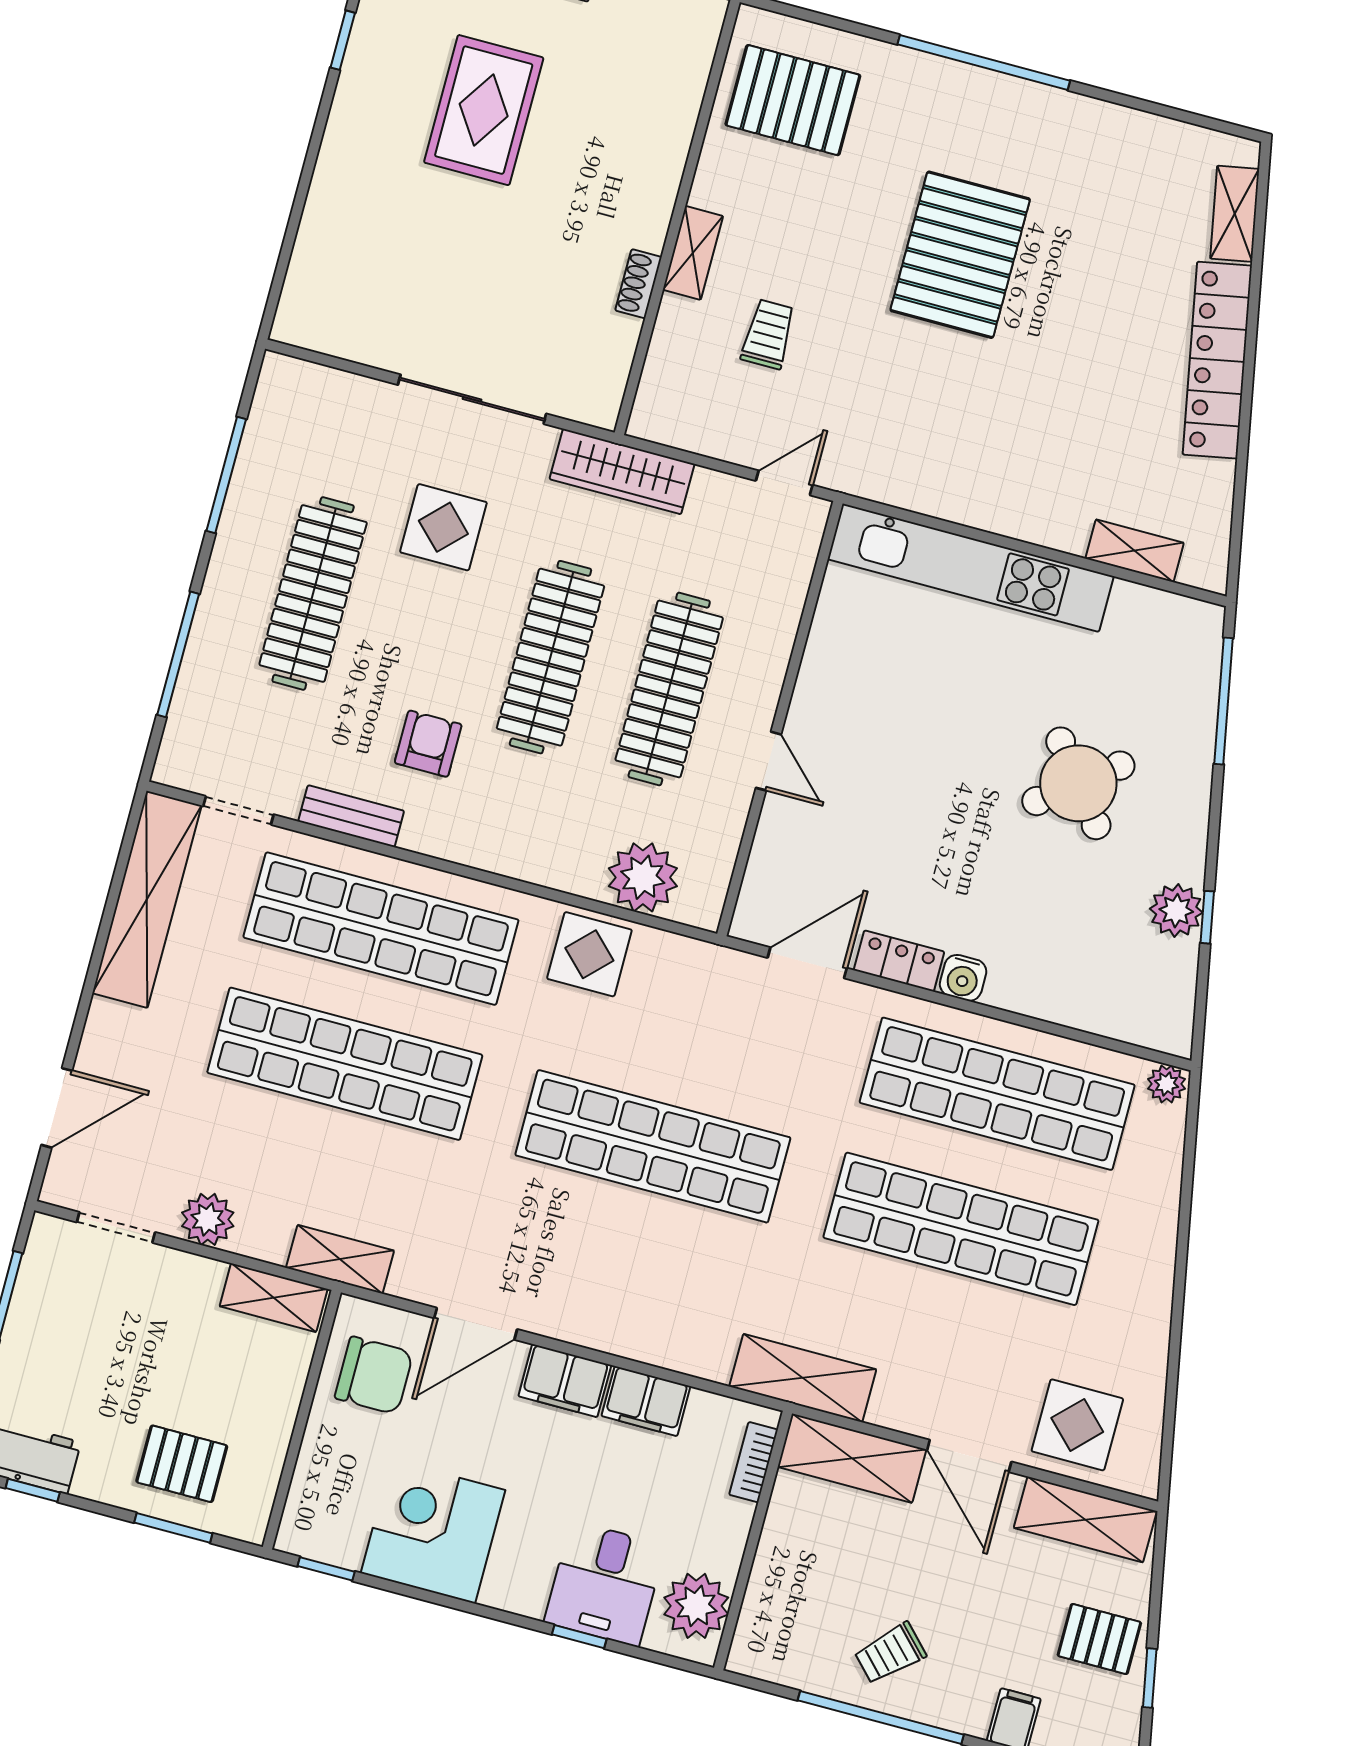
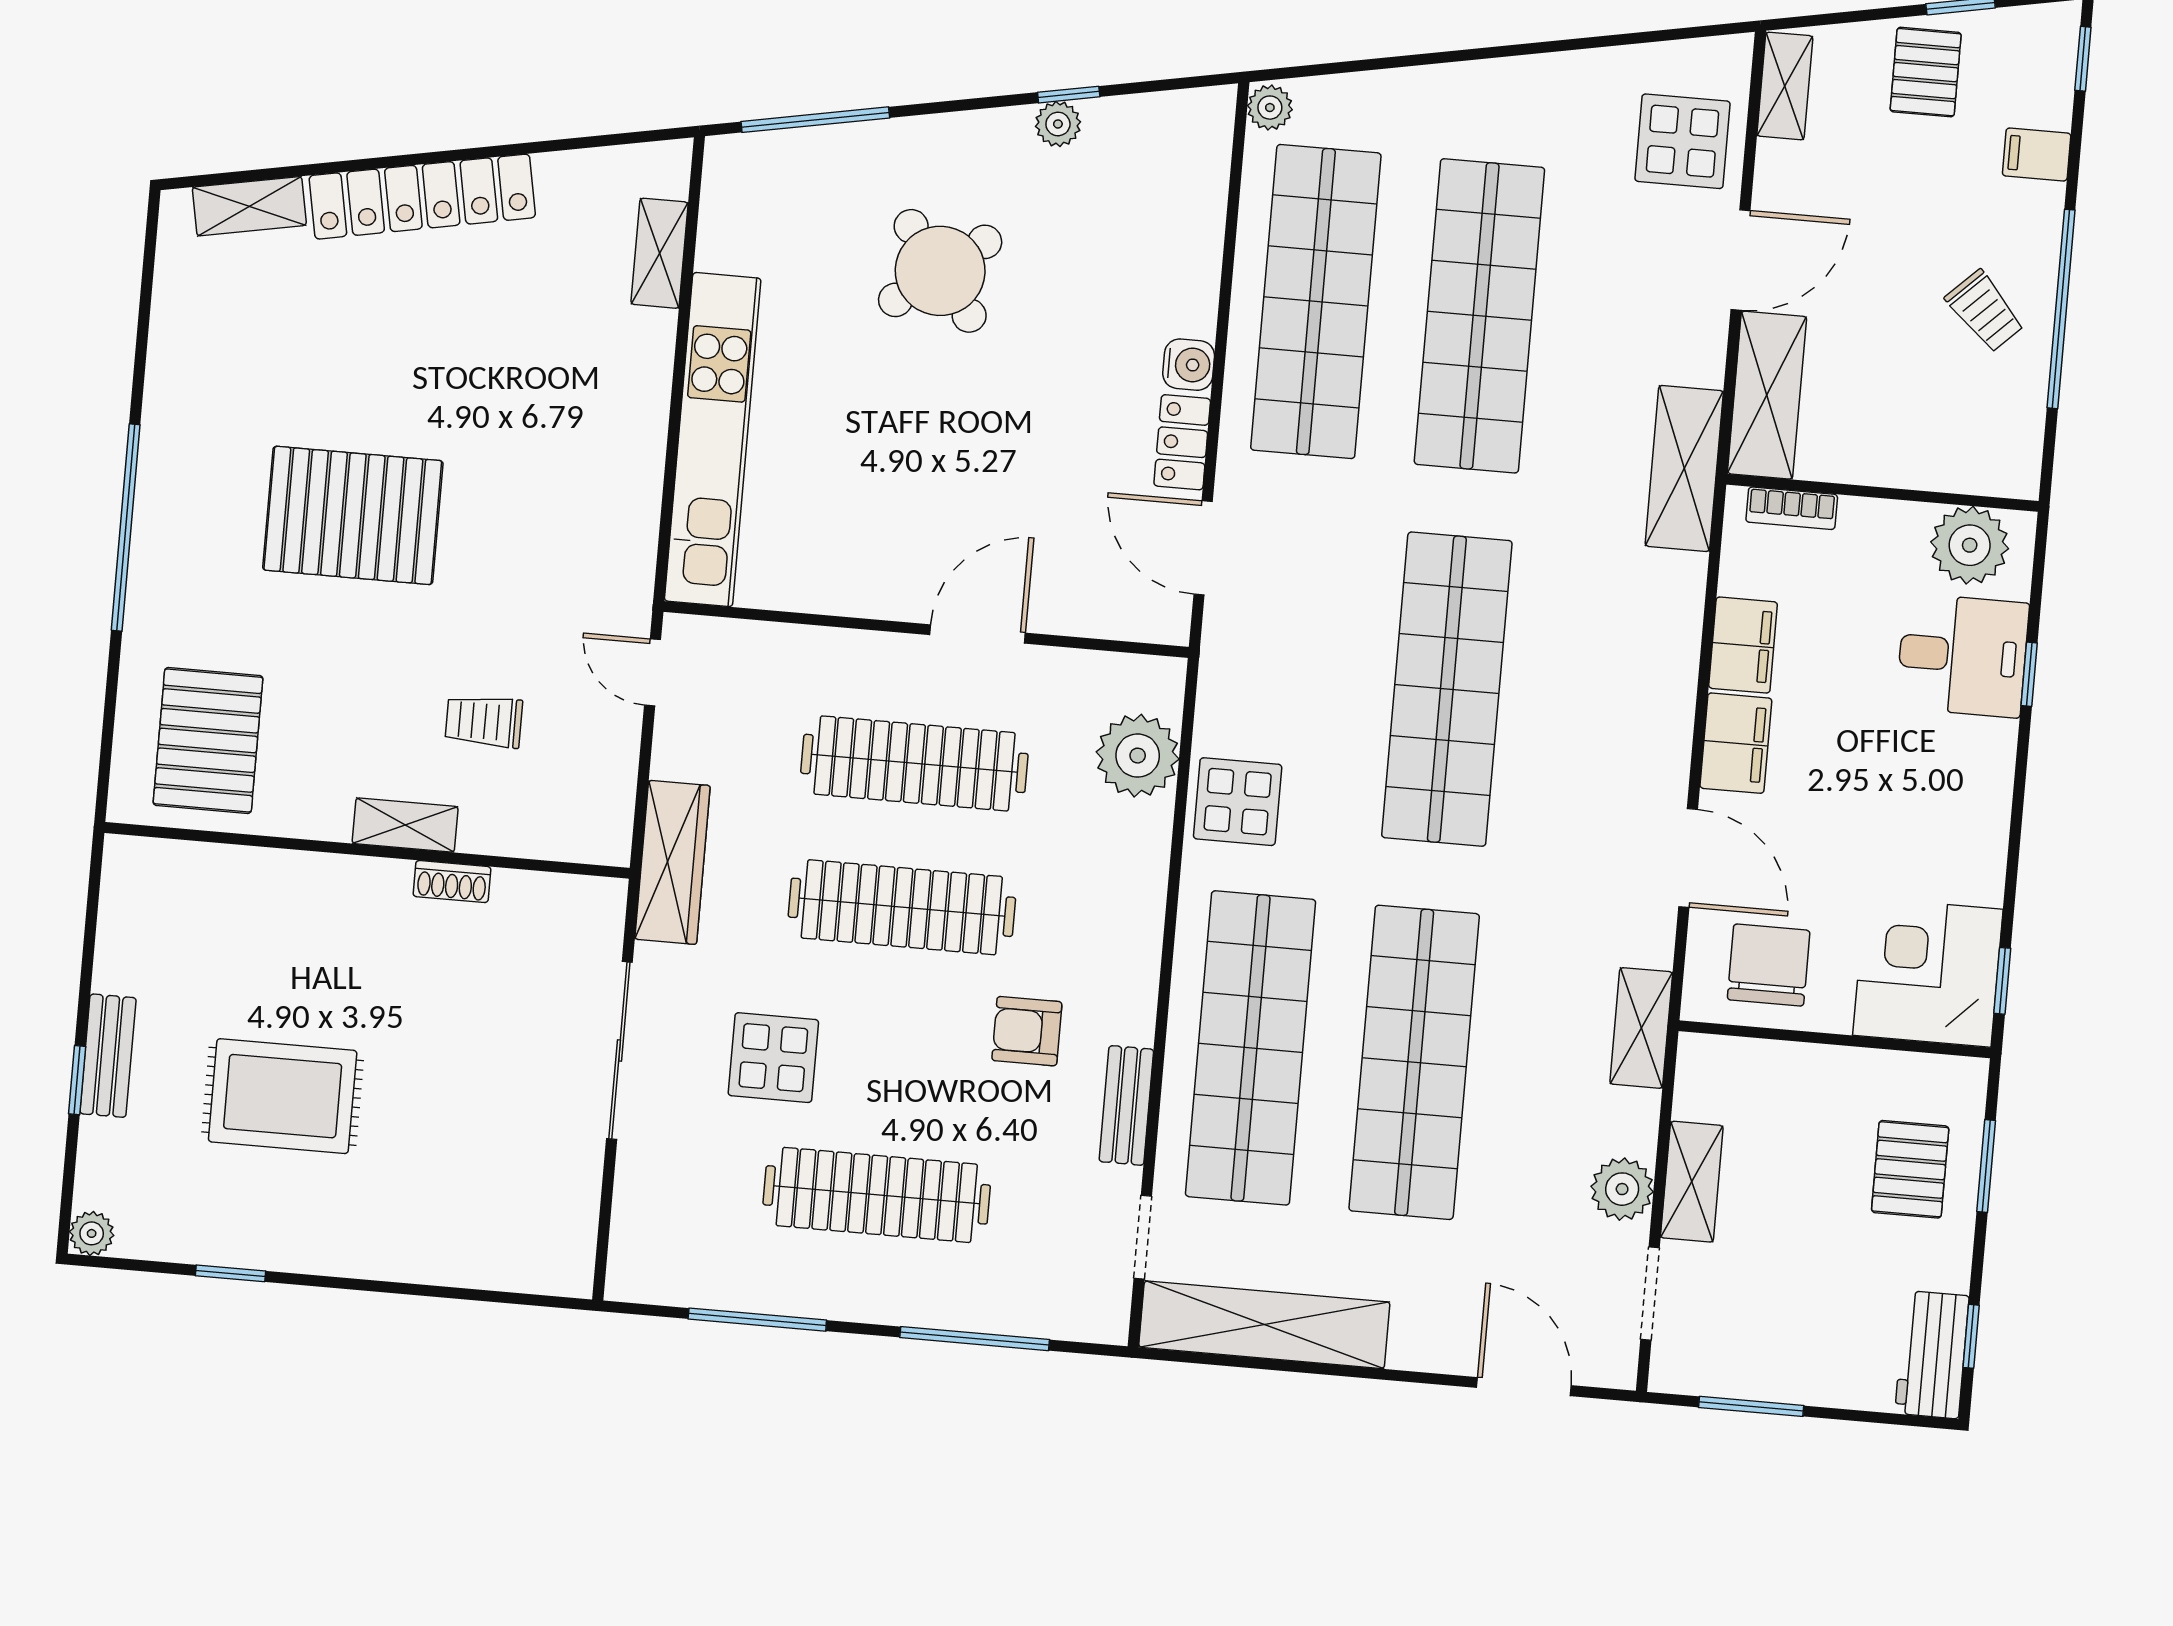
door: (768, 761) -> (978, 634), width x1.37
plant: (1176, 911) -> (1058, 124), width x0.73, depth x0.73
shelving: (274, 1298) -> (1692, 1182), moved
shelving: (1085, 1520) -> (1785, 86), width x0.67, depth x0.75
corner desk: (433, 1532) -> (1928, 972), moved, turned 90

